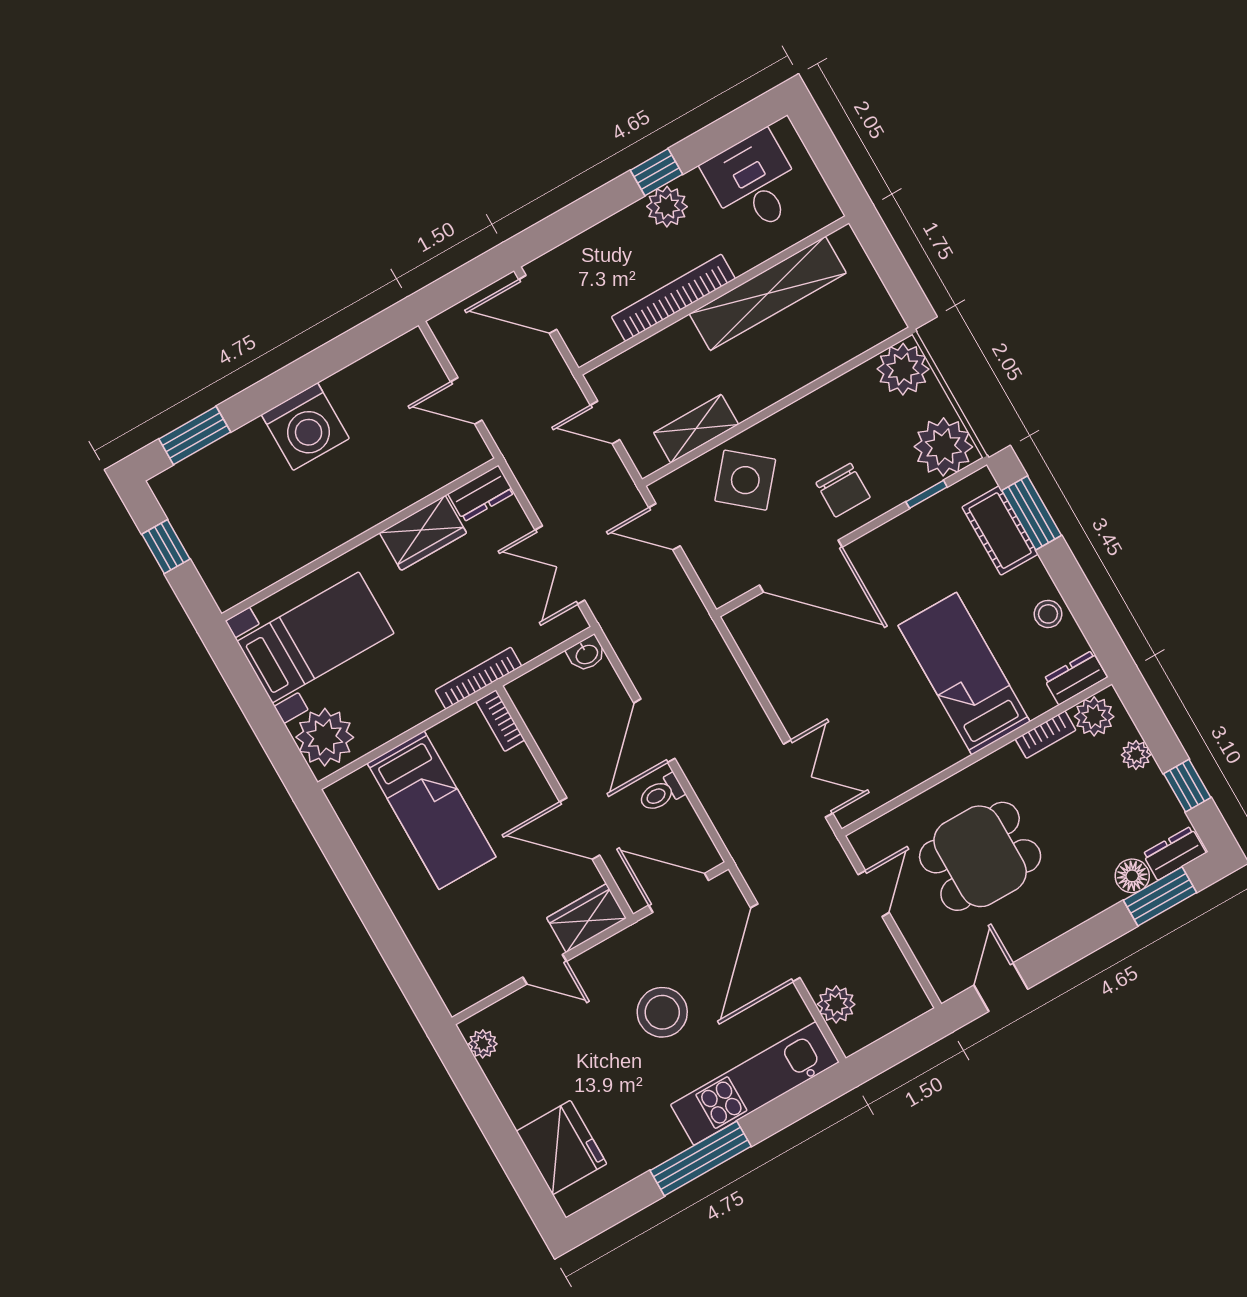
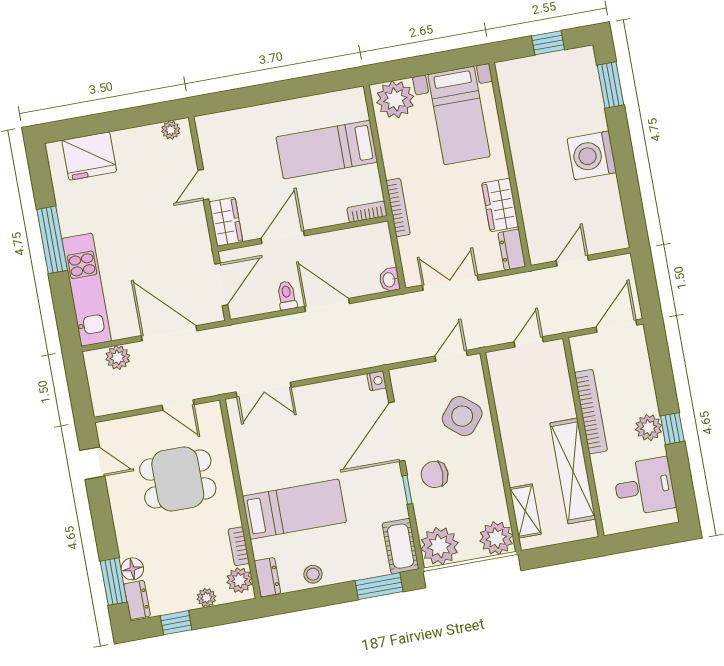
shelving: (696, 429) -> (525, 511), moved
window: (927, 494) -> (407, 490), moved
cot: (1000, 531) -> (401, 546), moved, turned 90
nightstand: (738, 621) -> (377, 381), added
dining table: (980, 856) -> (178, 479), turned 90
stool: (662, 1012) -> (151, 248), removed

